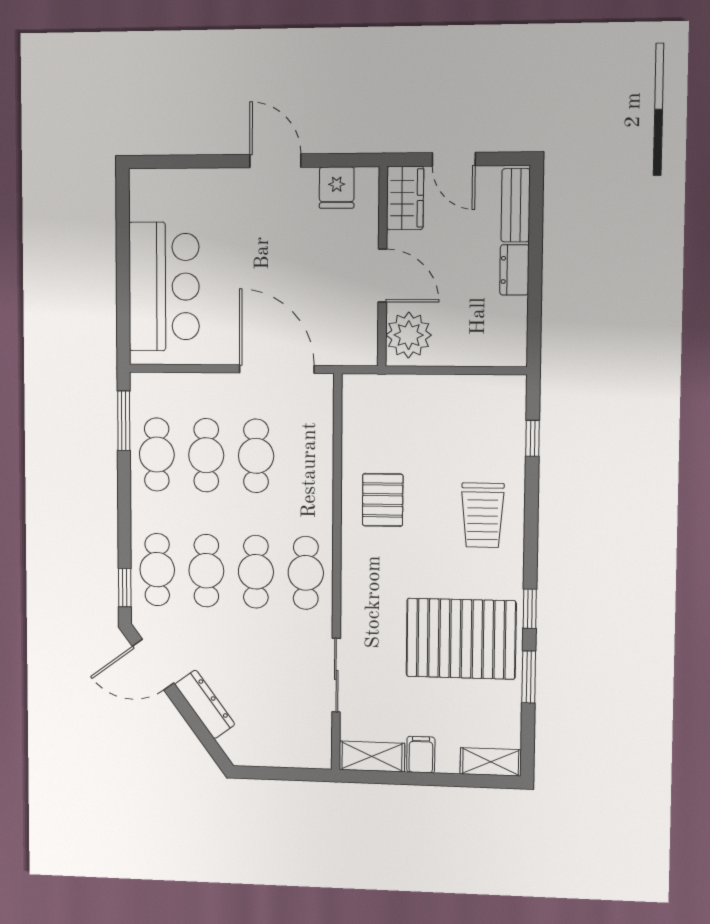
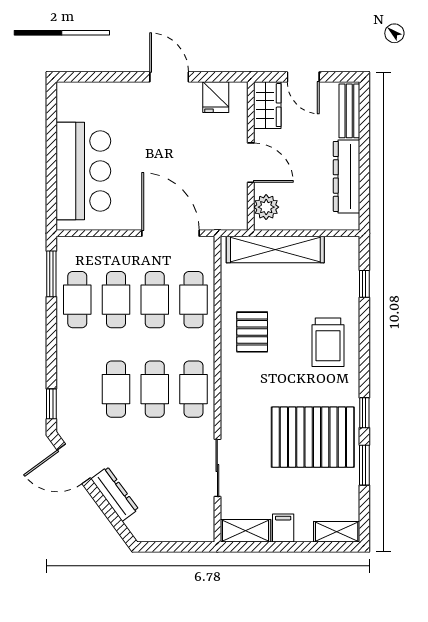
dresser: (514, 270) -> (347, 176), width x1.96, depth x1.24
plant: (409, 335) -> (266, 207), width x0.73, depth x0.73
shelving: (414, 392) -> (275, 250), added
cafe table: (157, 570) -> (193, 300), moved

